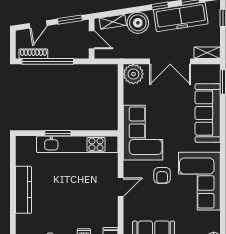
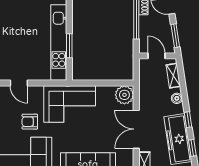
boiler: (138, 23) -> (177, 98), width x0.54, depth x0.54
door: (92, 40) -> (156, 56), swing flipped
window: (58, 133) -> (69, 46), moved

